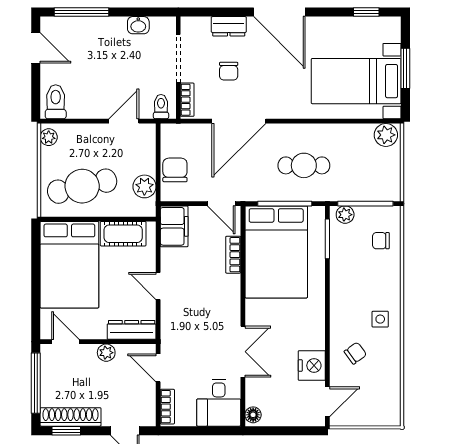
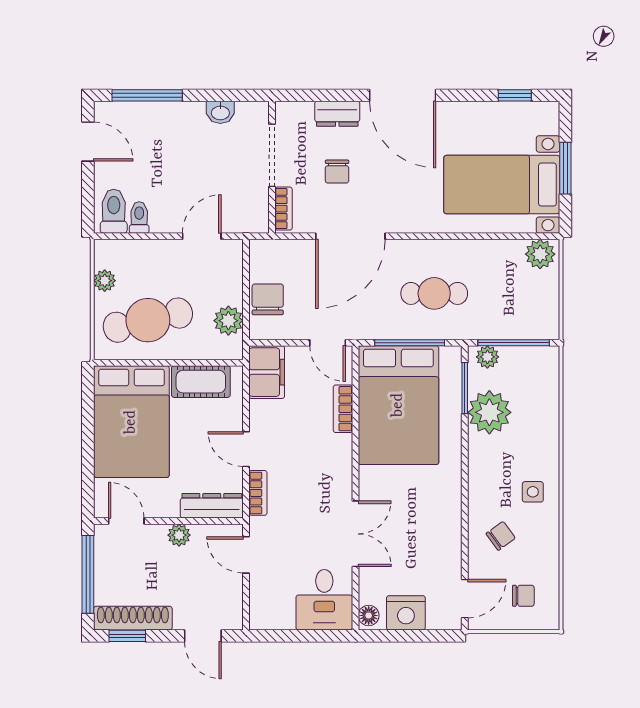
toilet: (161, 107) -> (139, 218), moved
plant: (49, 137) -> (105, 281), moved
chair: (381, 241) -> (523, 596), moved, turned 180
plant: (347, 257) -> (489, 412), added
nightstand: (312, 365) -> (406, 613), moved, turned 90
bookcase: (167, 407) -> (258, 493), moved

